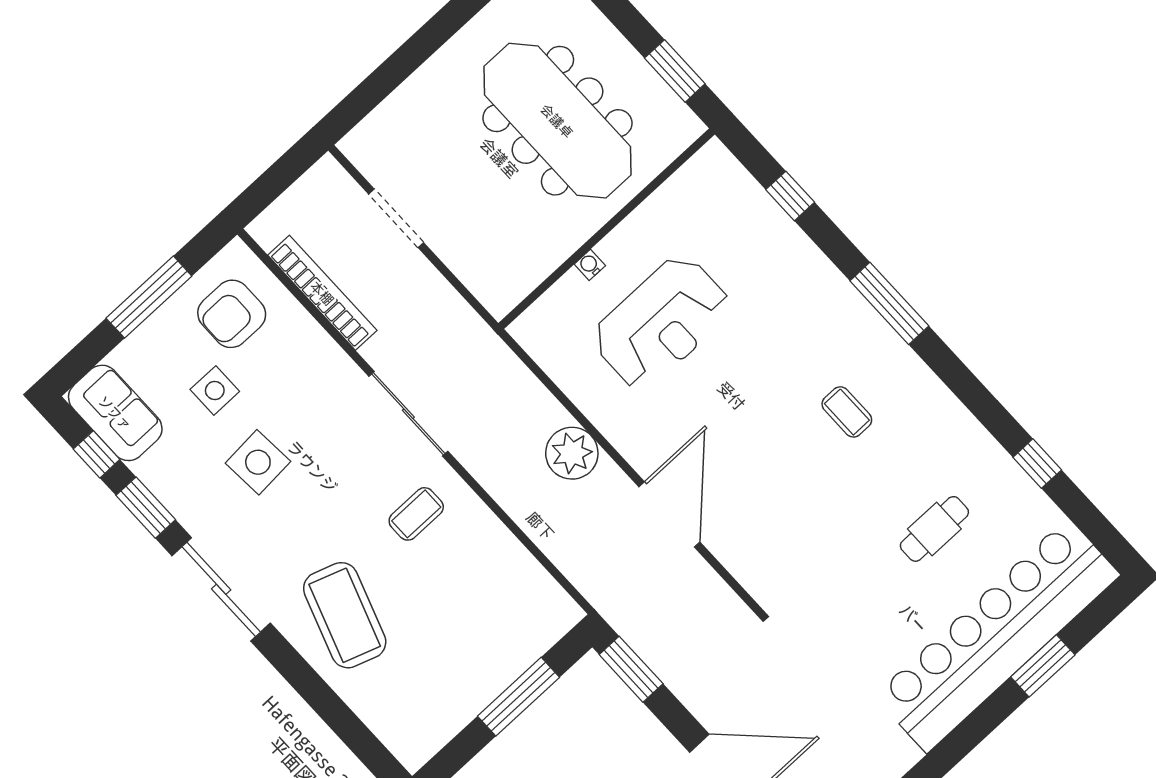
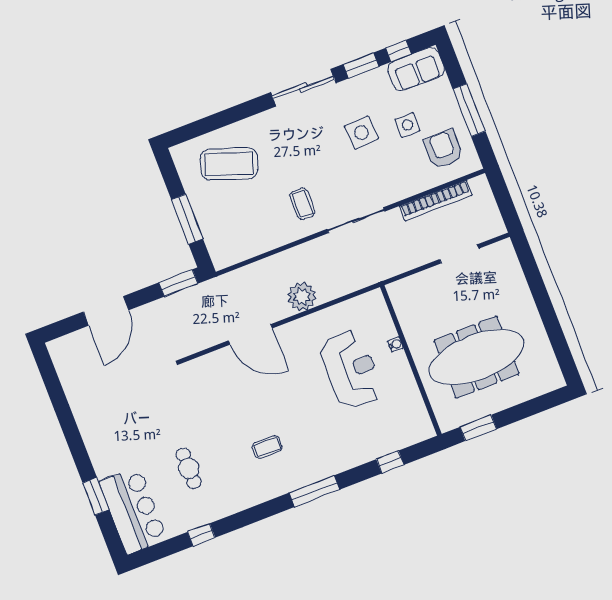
reception desk: (661, 322) -> (351, 370), turned 180
coffee table: (345, 615) -> (229, 164), moved
bar counter: (997, 635) -> (133, 511), width x0.54

